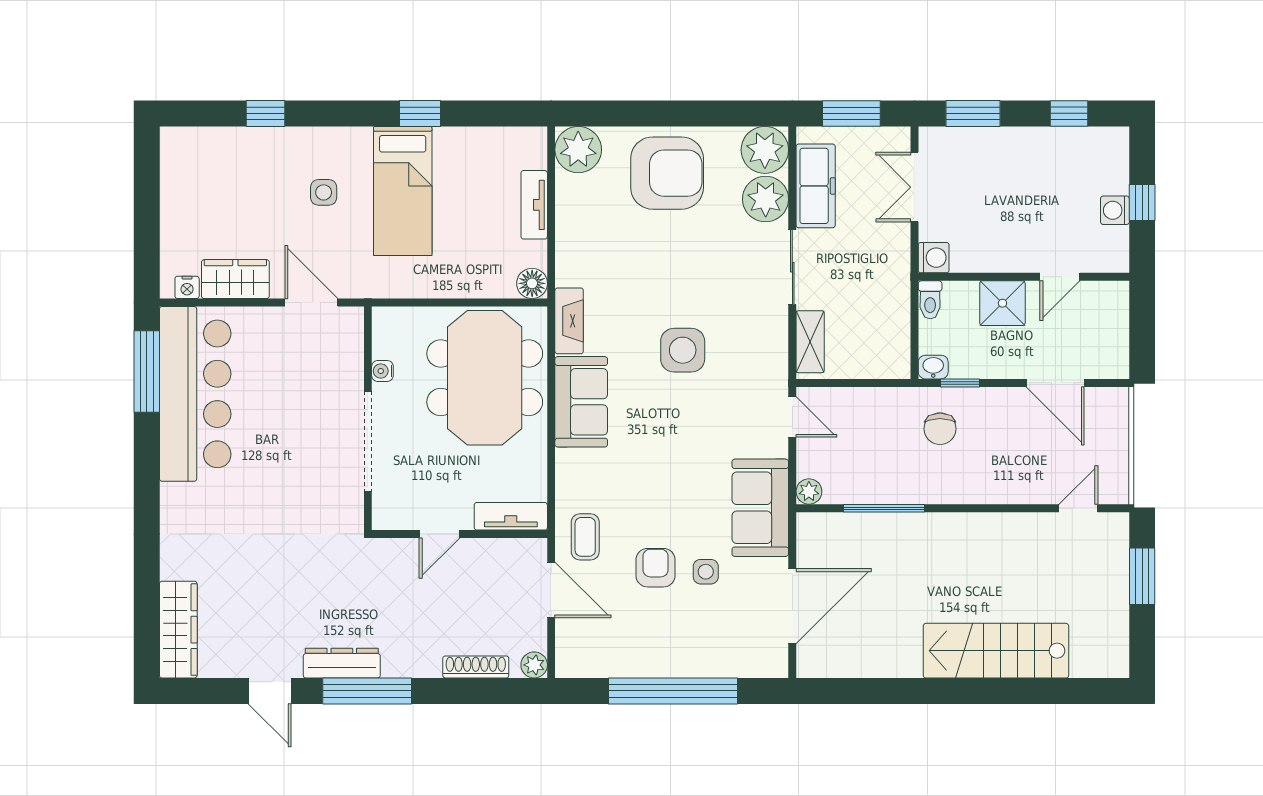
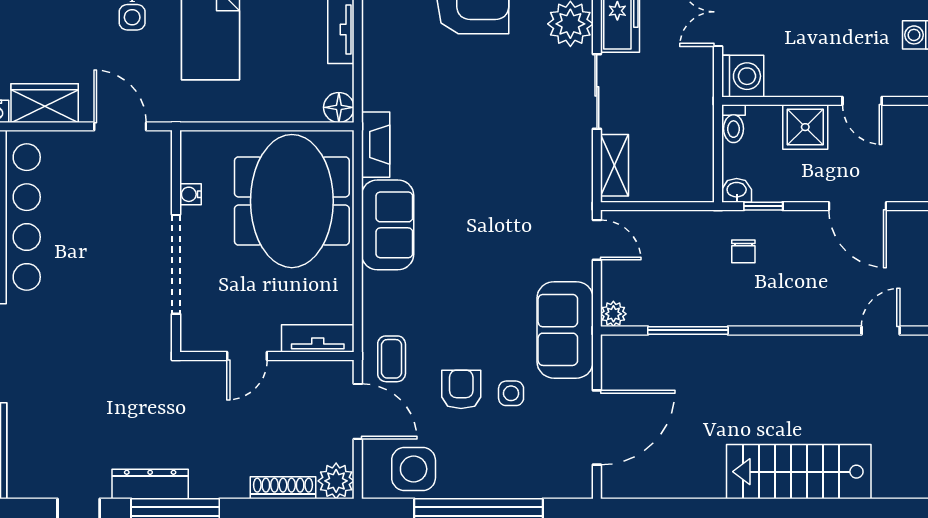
washing machine: (934, 258) -> (743, 76), width x1.38, depth x1.38
door: (1060, 277) -> (862, 101), hinge flipped
side table: (683, 350) -> (414, 469), moved
chair: (940, 429) -> (743, 251), width x0.73, depth x0.73
plant: (534, 665) -> (336, 481), width x1.38, depth x1.38

